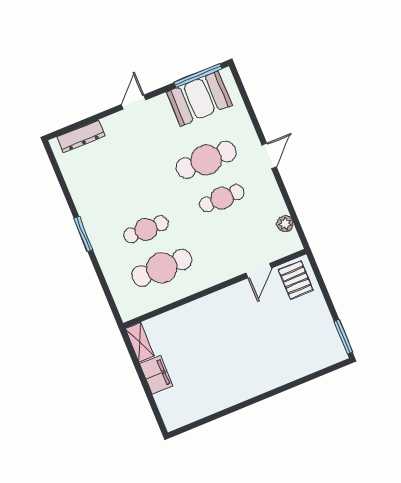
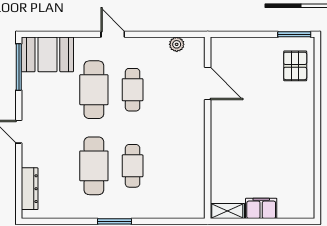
booth: (199, 99) -> (47, 54), moved, turned 90
cafe table: (162, 268) -> (94, 166), moved
door: (259, 271) -> (208, 84), width x1.37
pallet: (296, 280) -> (295, 66), moved, turned 90

